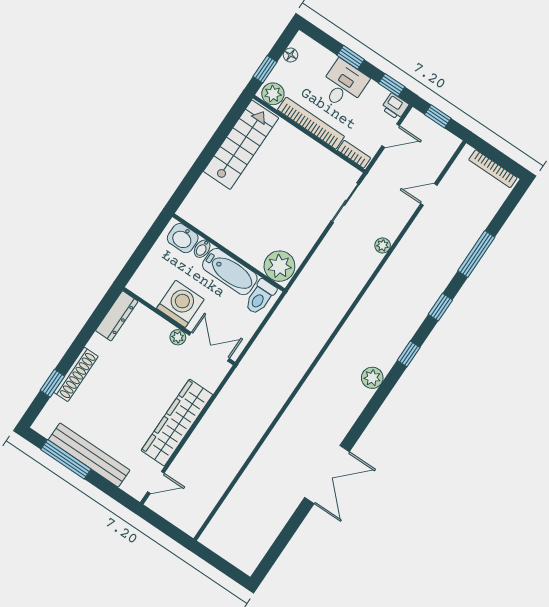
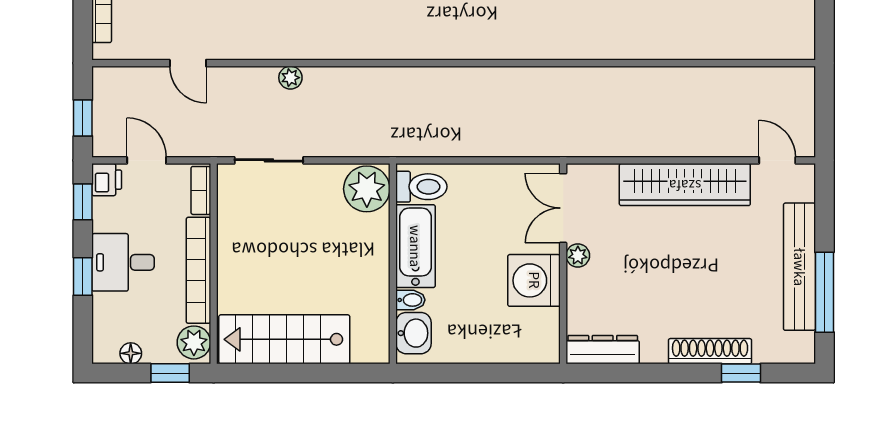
washbasin: (183, 238) -> (413, 333), moved
bidet: (202, 249) -> (410, 300), moved
wall: (229, 253) -> (393, 264), moved
plant: (279, 266) -> (367, 189), moved
bathtub: (230, 272) -> (415, 246), moved
toilet: (260, 297) -> (421, 187), moved

